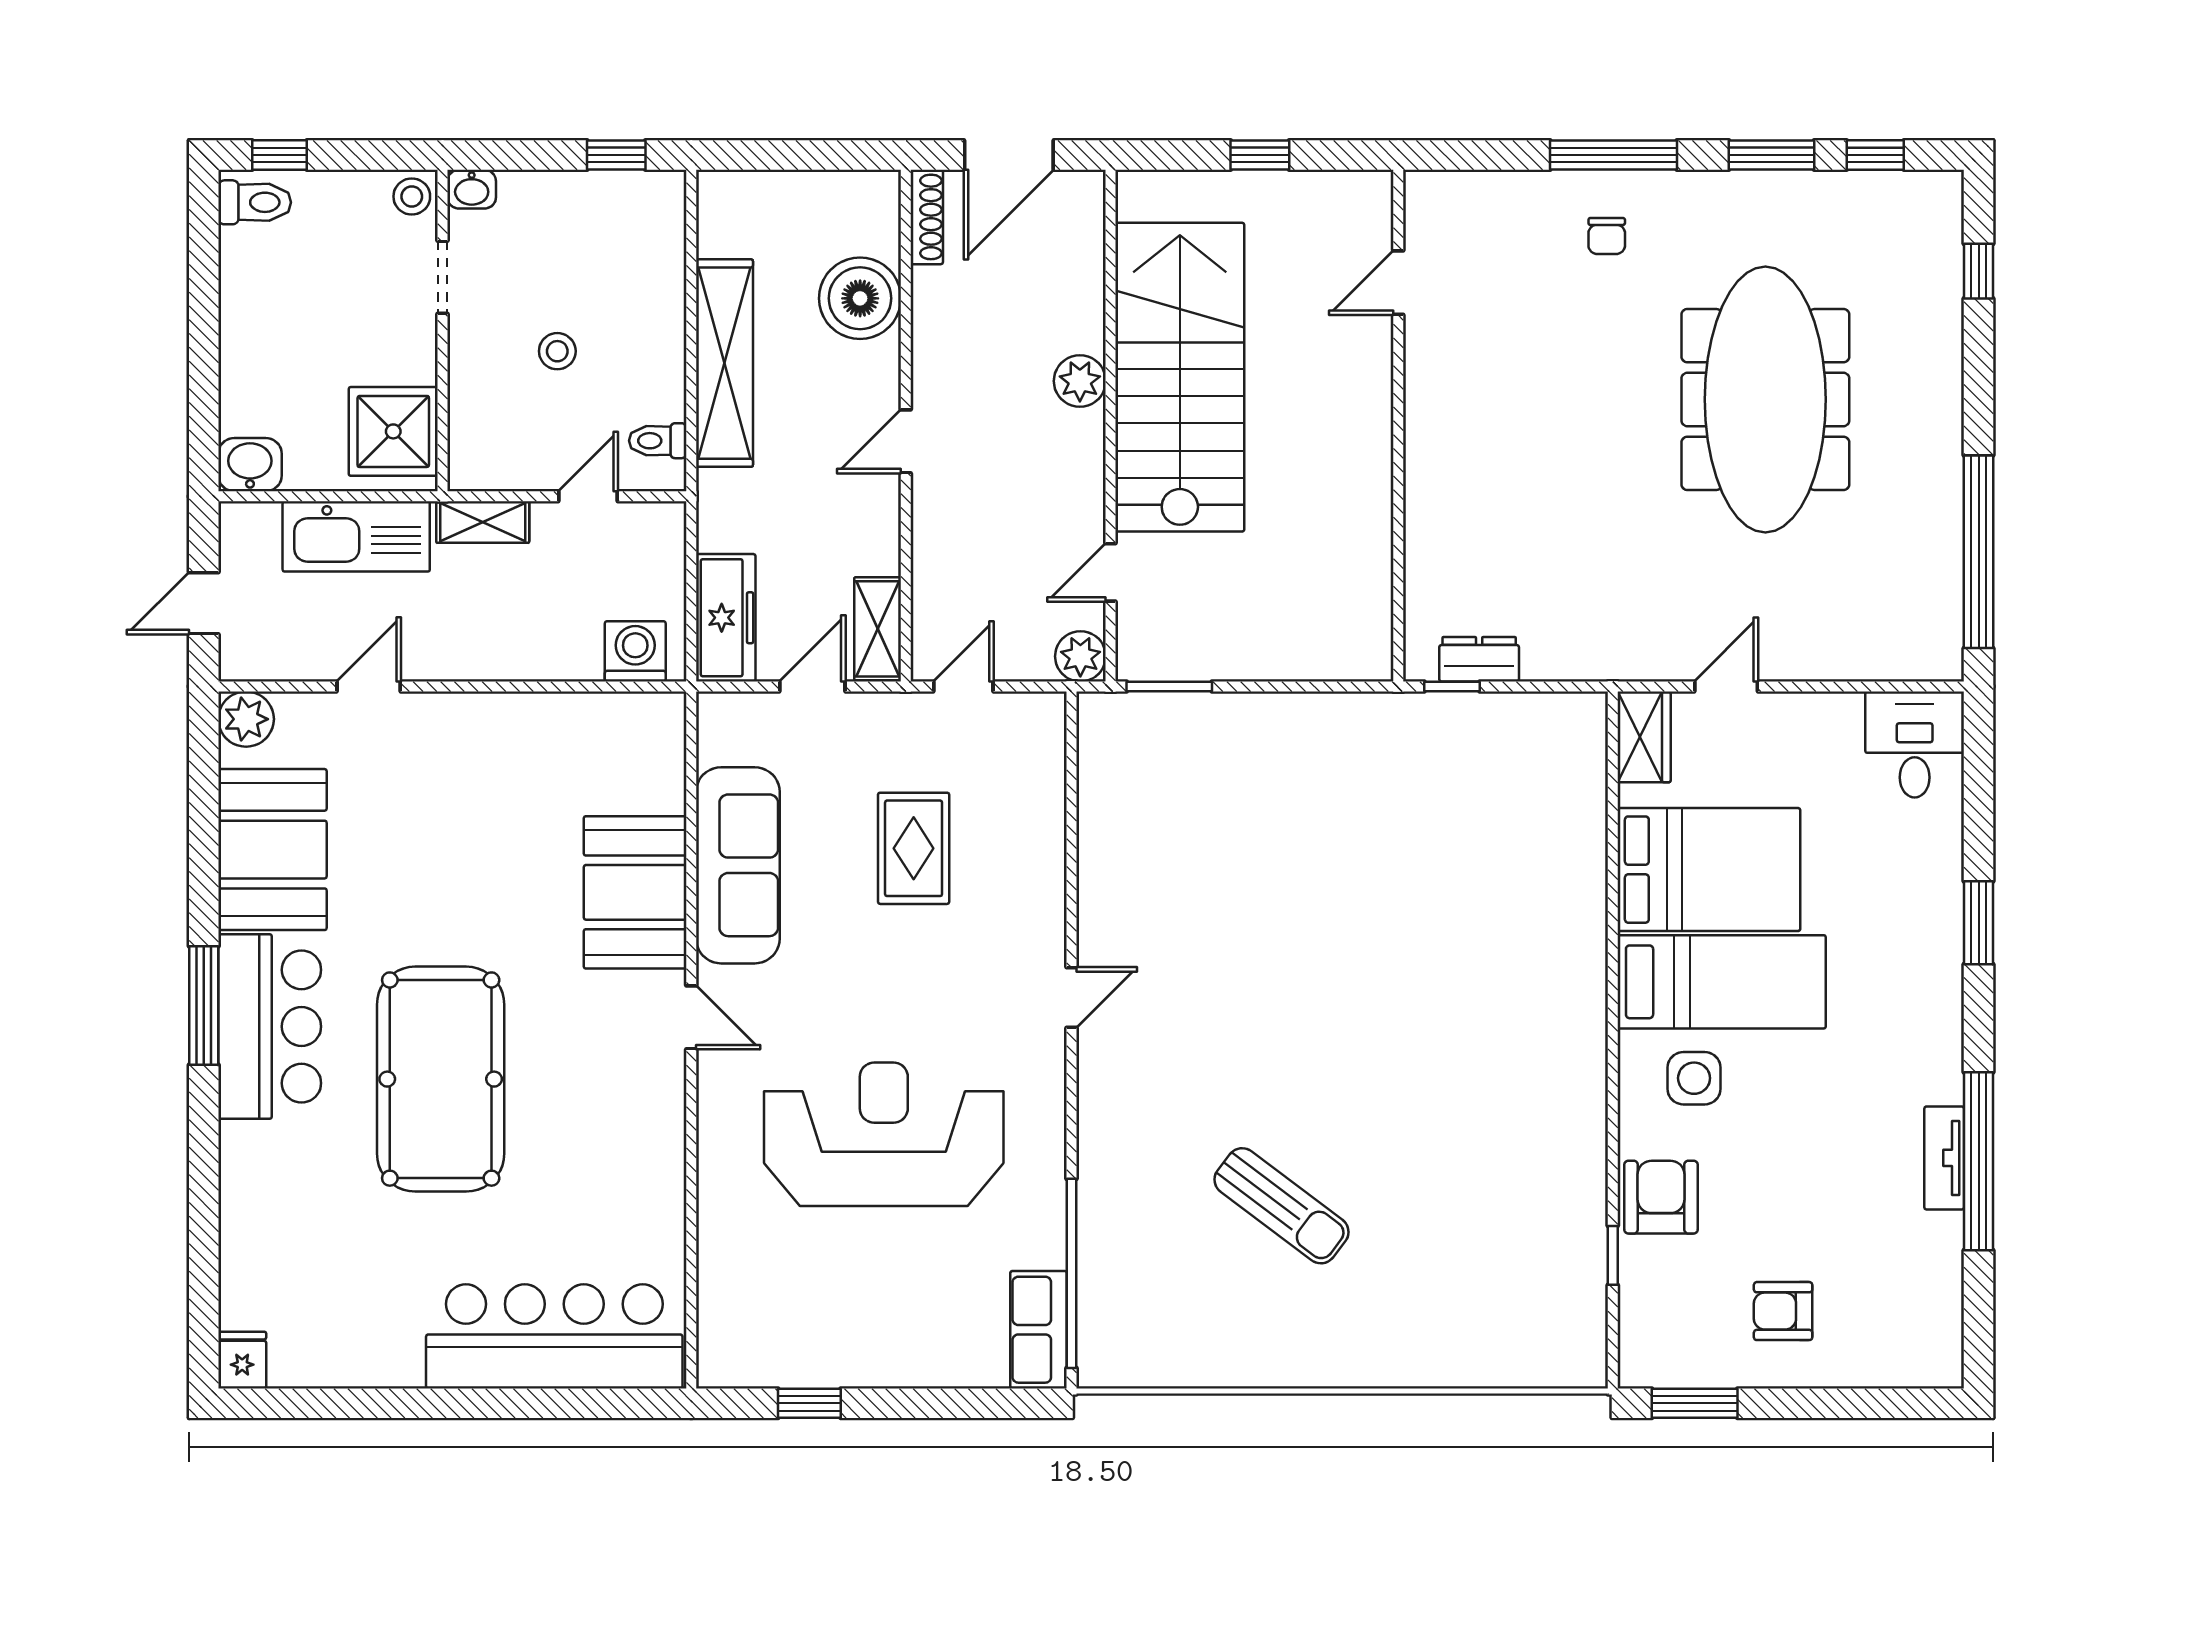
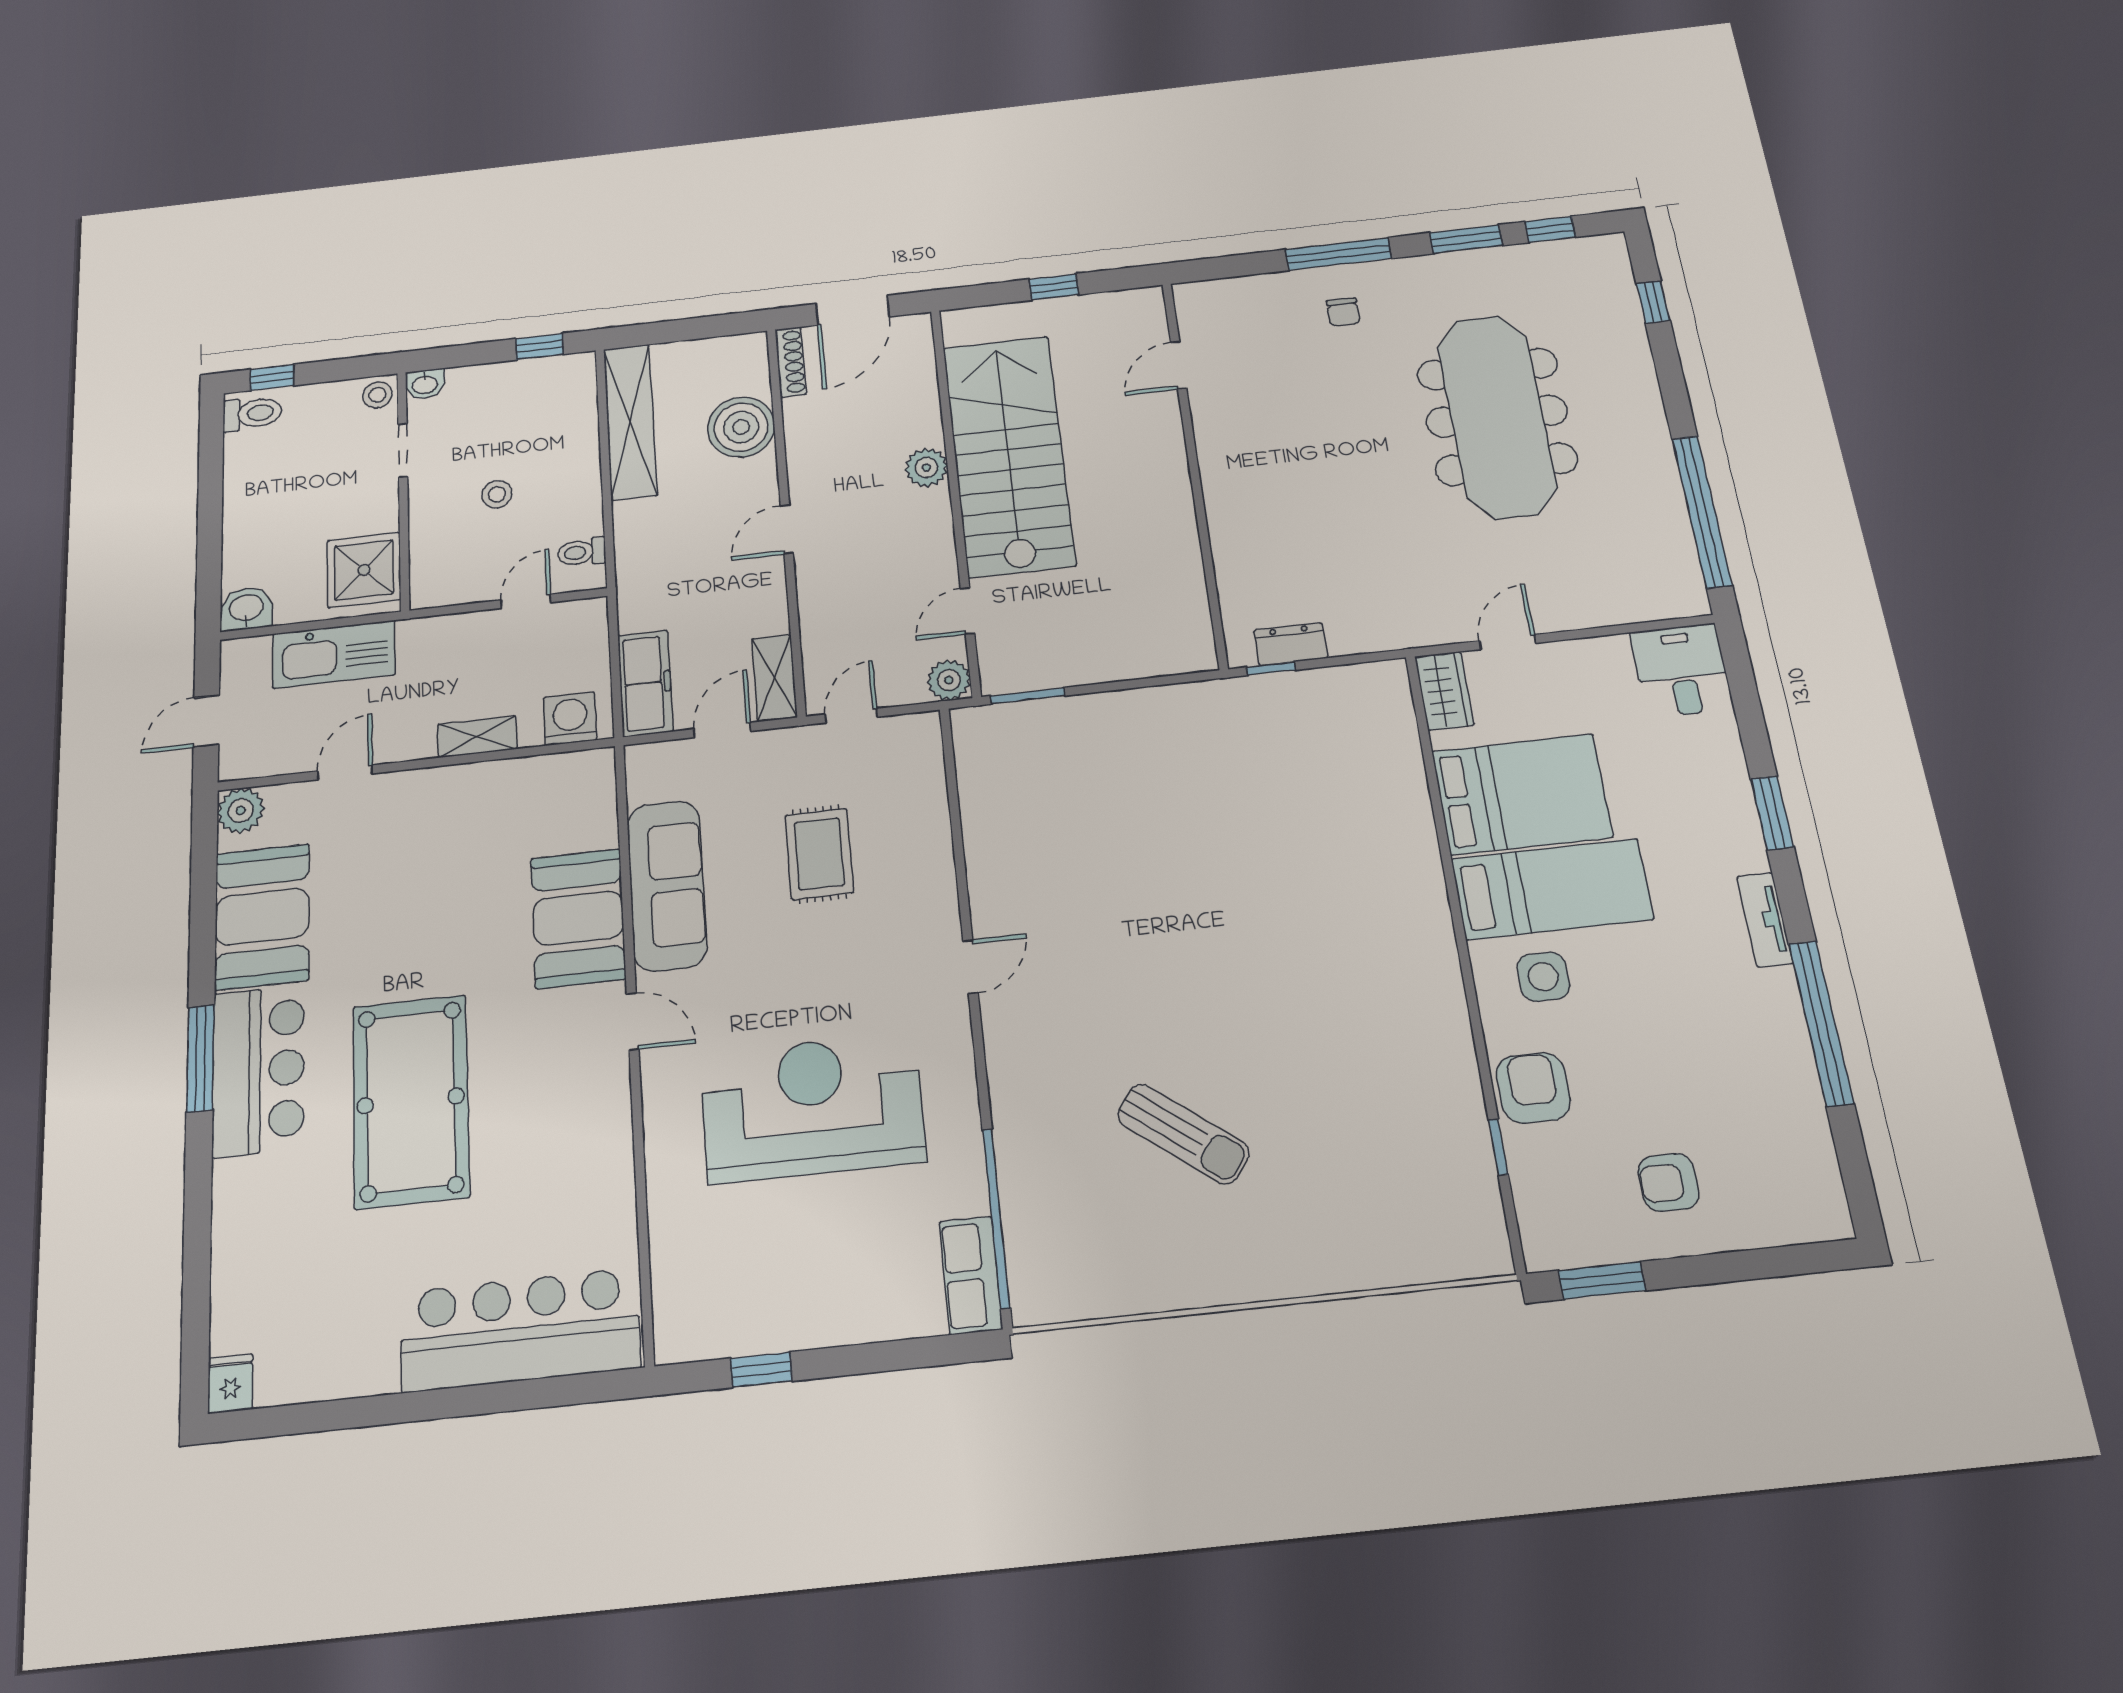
shelving: (724, 363) -> (630, 422), moved
shelving: (483, 522) -> (477, 737), moved
tv unit: (1944, 1158) -> (1765, 920), moved

